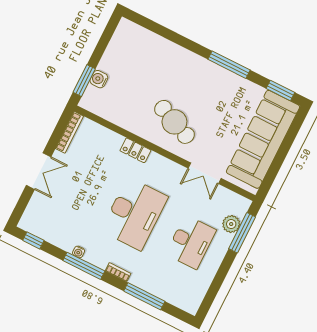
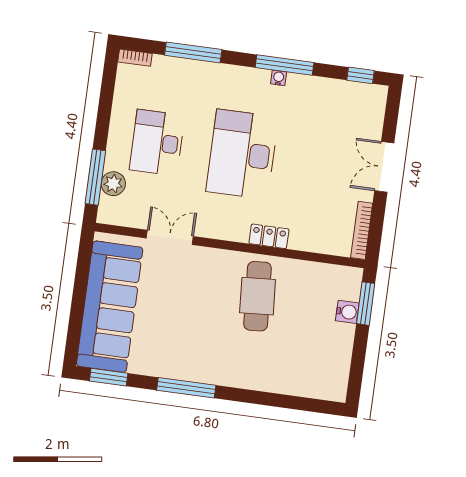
cafe table: (174, 122) -> (258, 296), moved, turned 63
water cooler: (79, 252) -> (279, 78), moved
bookcase: (118, 272) -> (135, 58), moved

